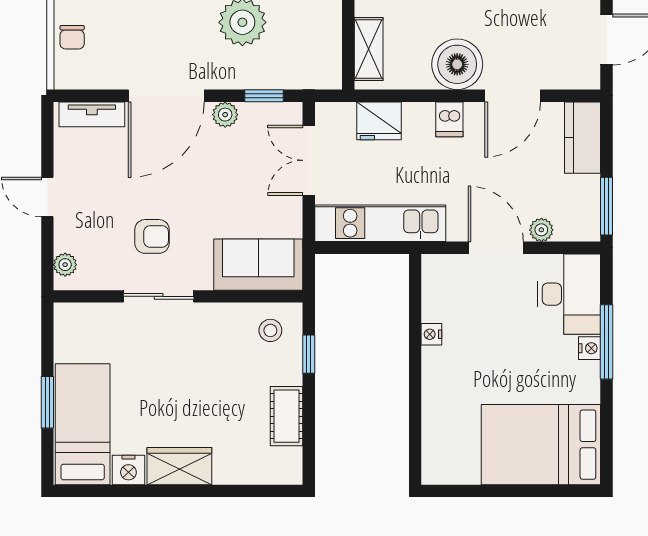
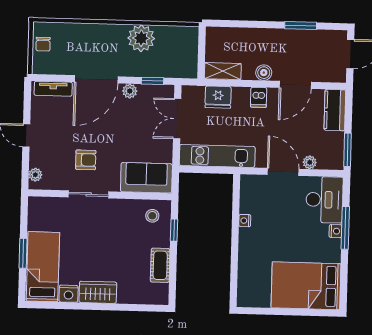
shelving: (369, 49) -> (223, 71), moved, turned 90
boiler: (457, 64) -> (264, 73), width x0.54, depth x0.54

